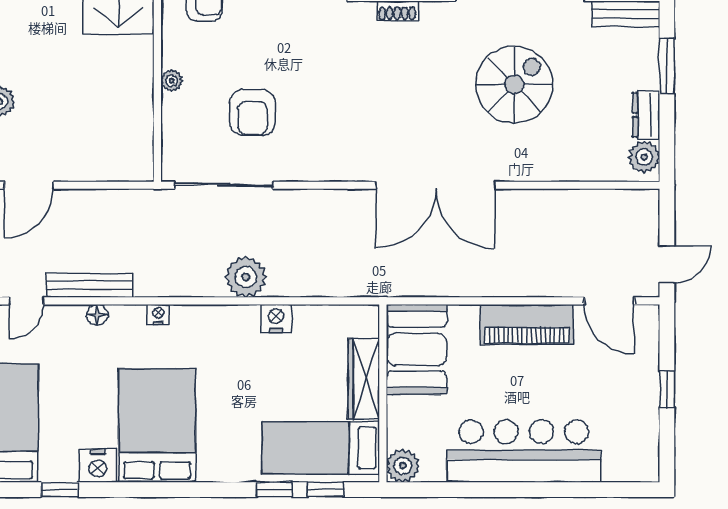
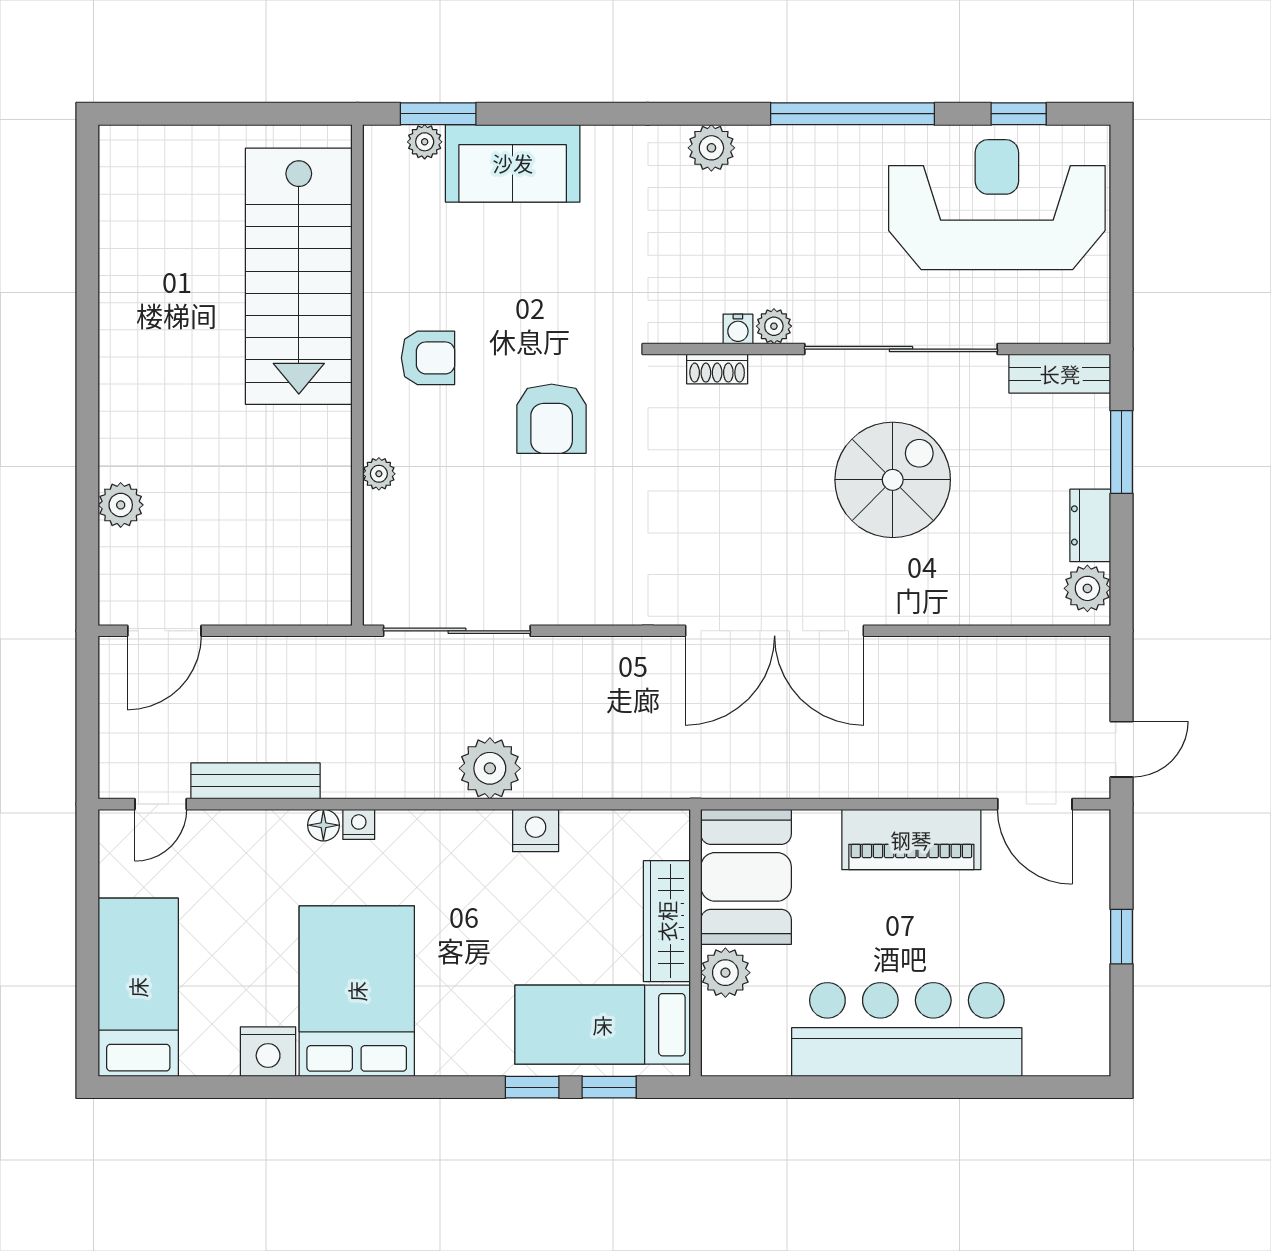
armchair: (253, 113) -> (552, 419), moved
floor lamp: (97, 315) -> (323, 825), moved
plant: (403, 466) -> (725, 973), moved
window: (60, 490) -> (211, 1087), removed

